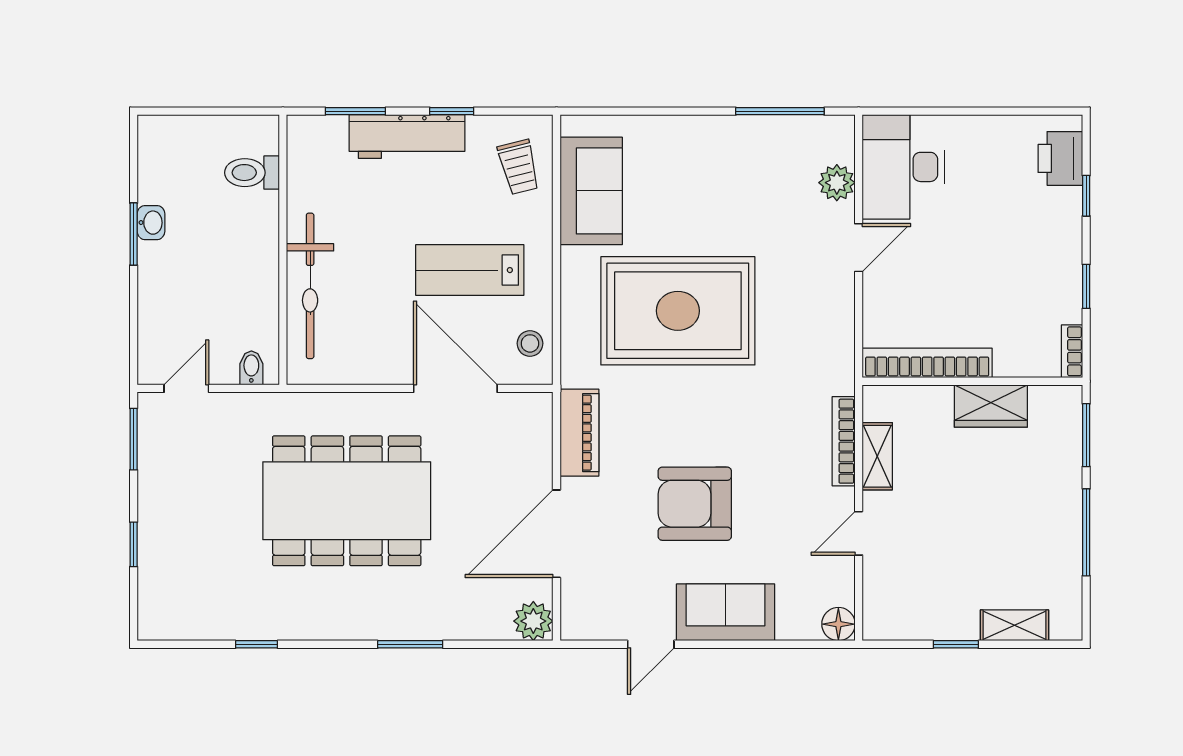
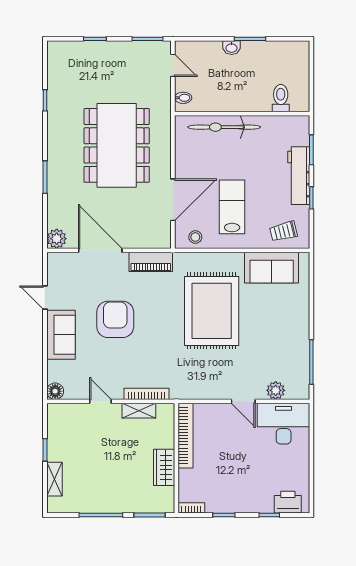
washbasin: (151, 223) -> (232, 48), moved

